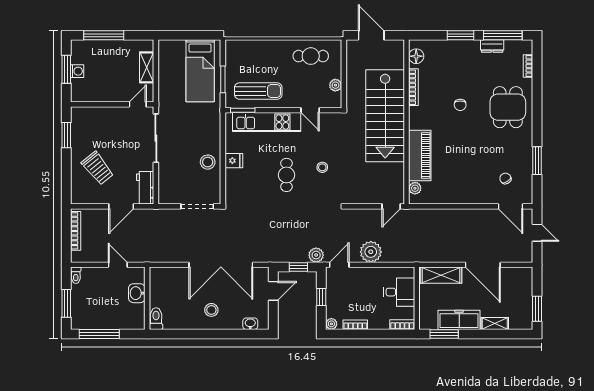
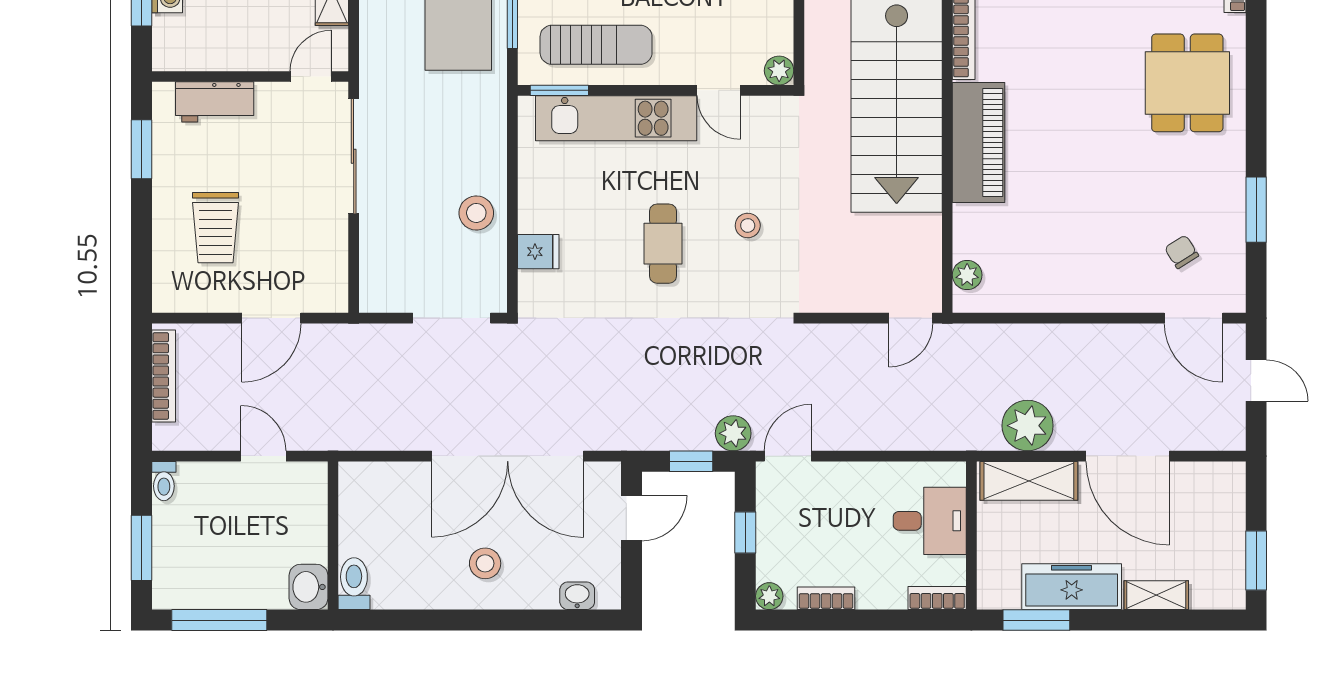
plant: (335, 85) -> (779, 71), moved
chair: (460, 105) -> (1074, 78), removed
piano: (420, 155) -> (979, 142), moved
fridge: (234, 161) -> (538, 252), moved
trolley: (98, 168) -> (215, 228), turned 39
workbench: (145, 188) -> (215, 102), moved, turned -90
plant: (371, 252) -> (1028, 426), moved
washbasin: (137, 293) -> (308, 587), moved

